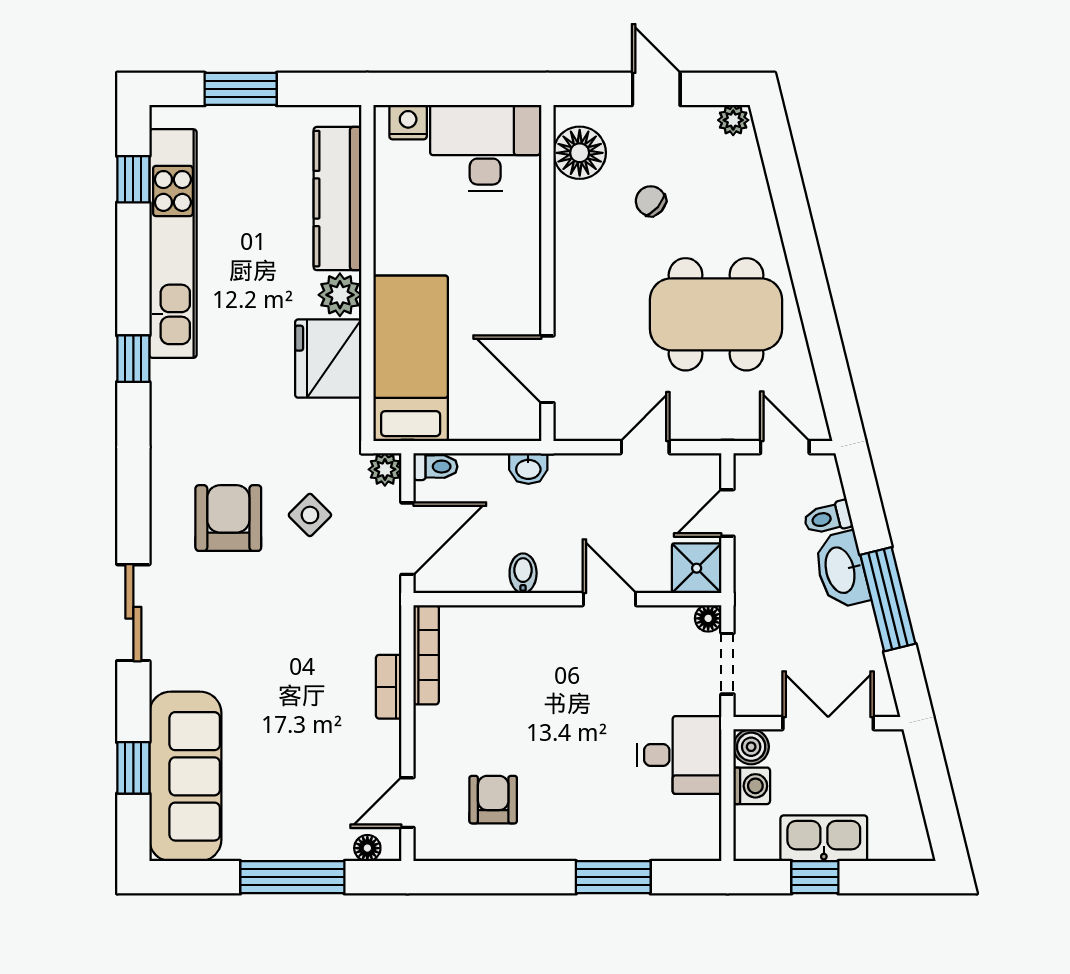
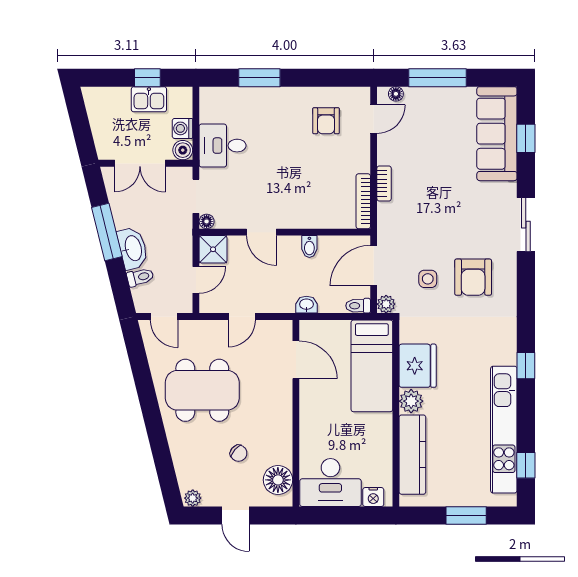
side table: (310, 515) -> (428, 279), turned 45
kitchen sink: (824, 838) -> (149, 99), width x0.73

